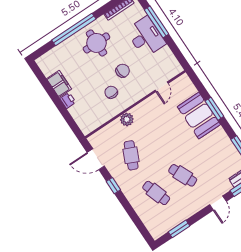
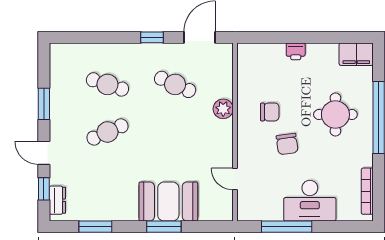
window: (157, 22) -> (287, 227), moved
round table: (96, 43) -> (335, 115), moved
filing cabinet: (59, 84) -> (356, 54), moved
cafe table: (156, 193) -> (107, 84), turned 36
window: (179, 229) -> (44, 104), moved

